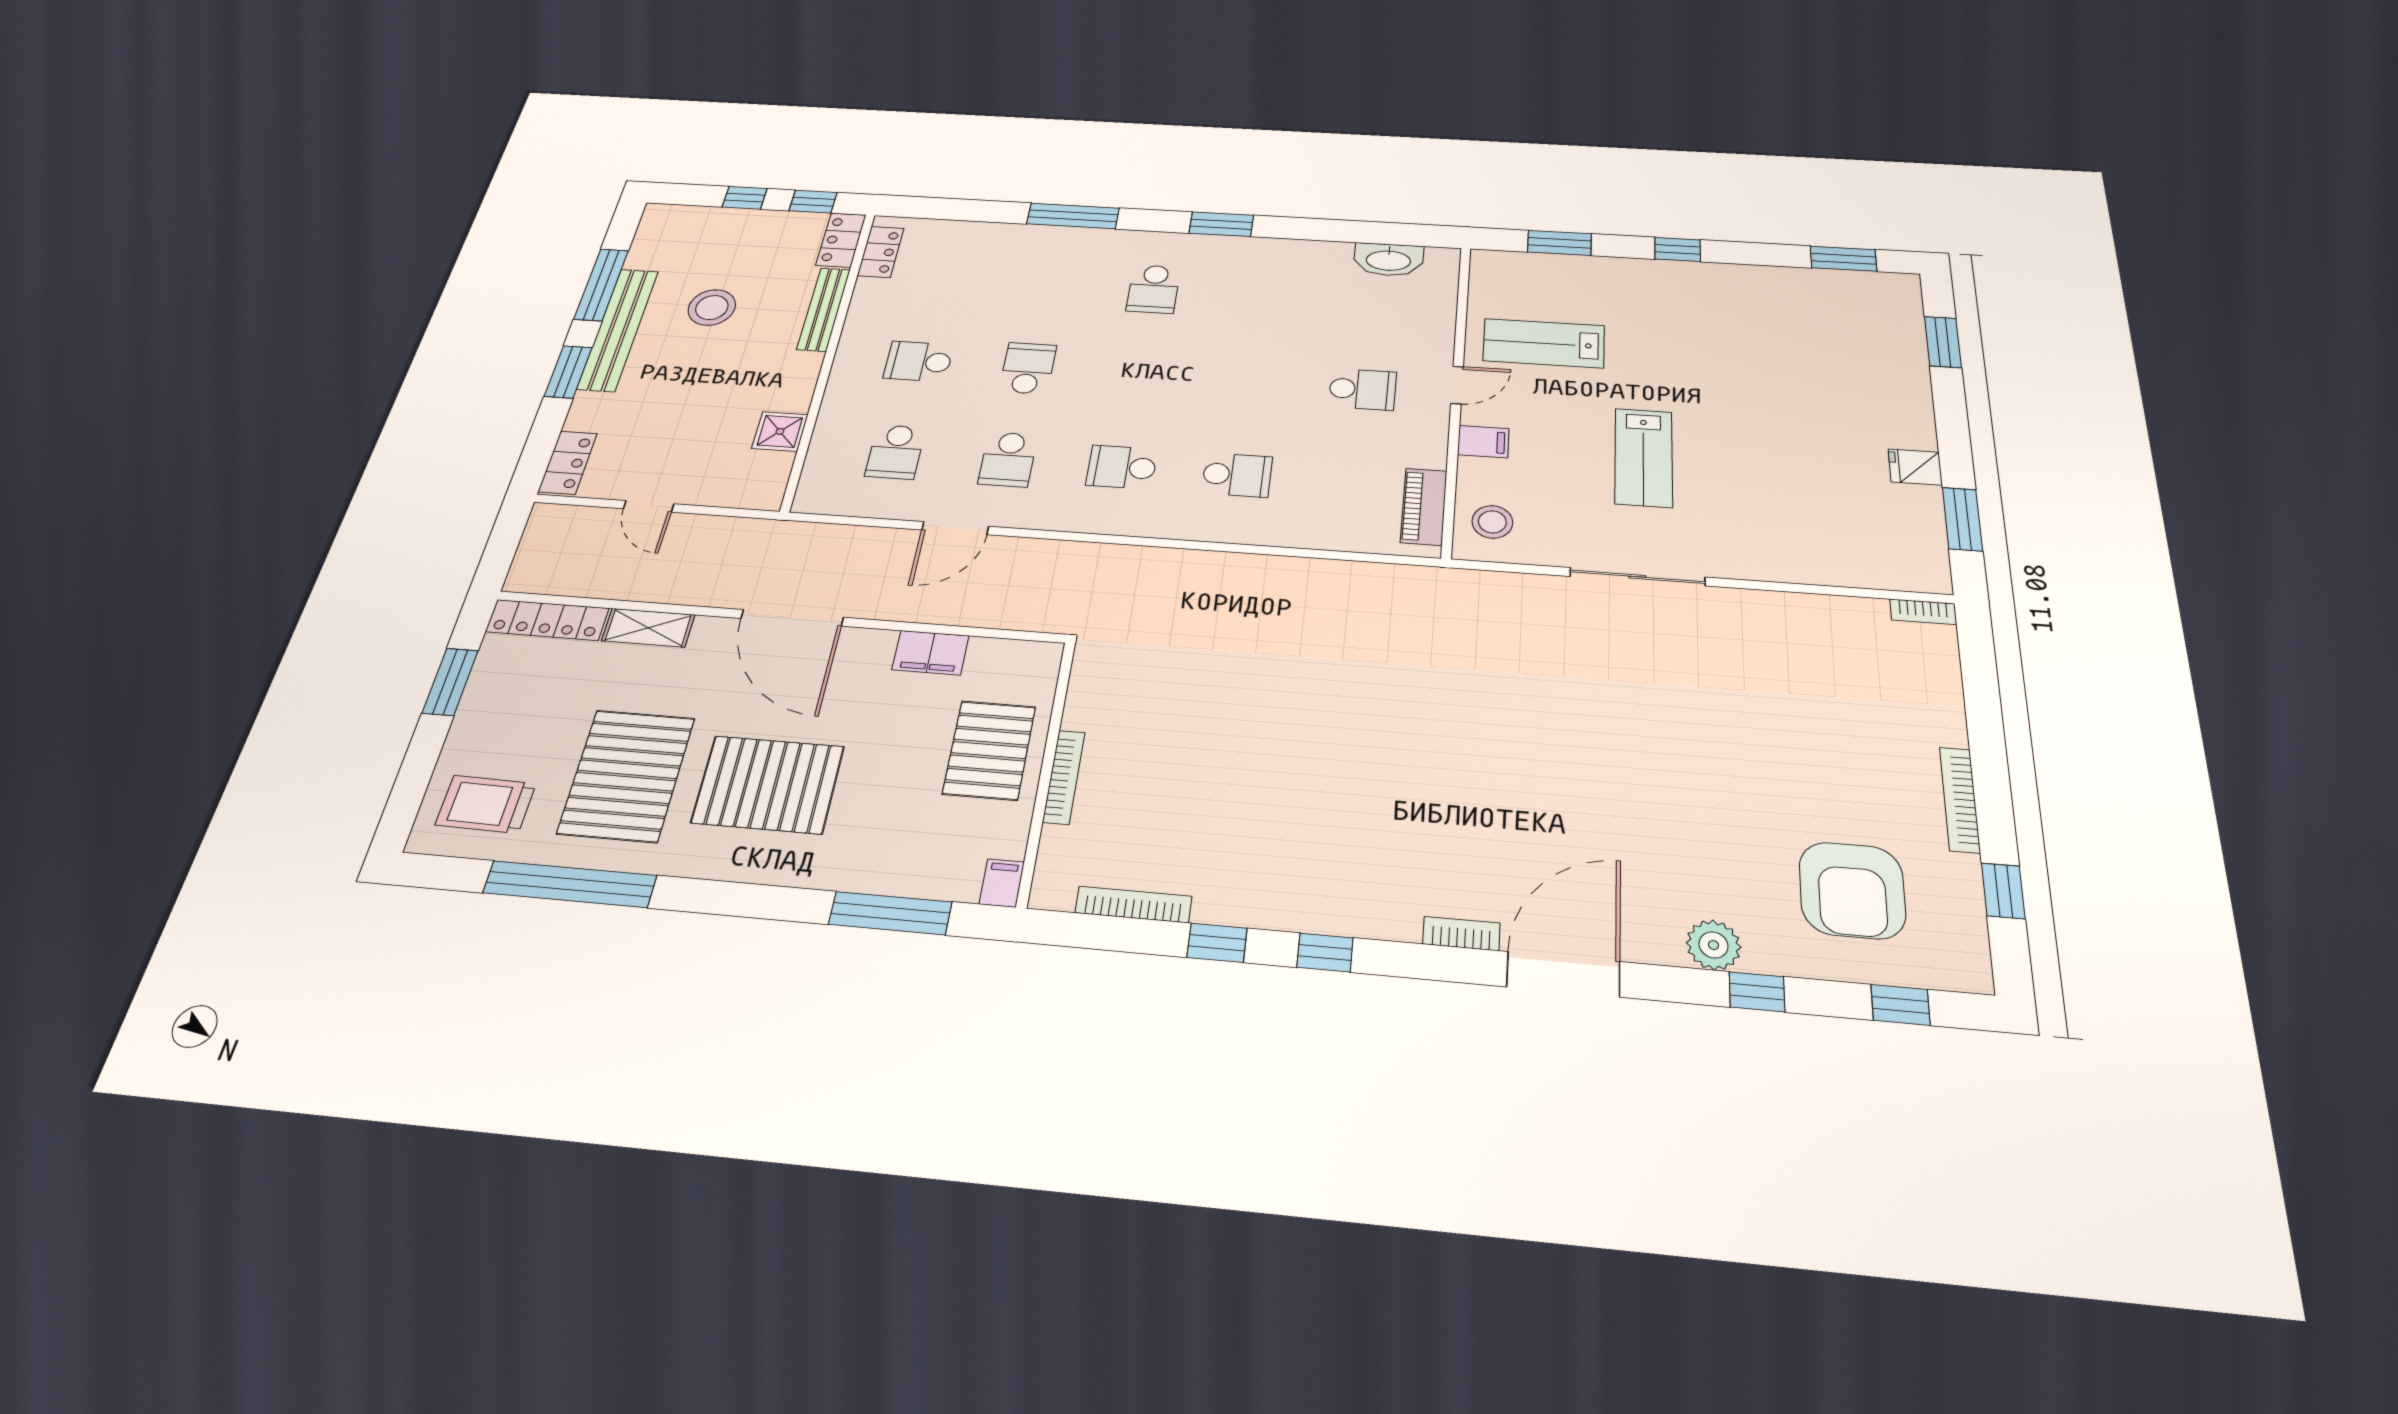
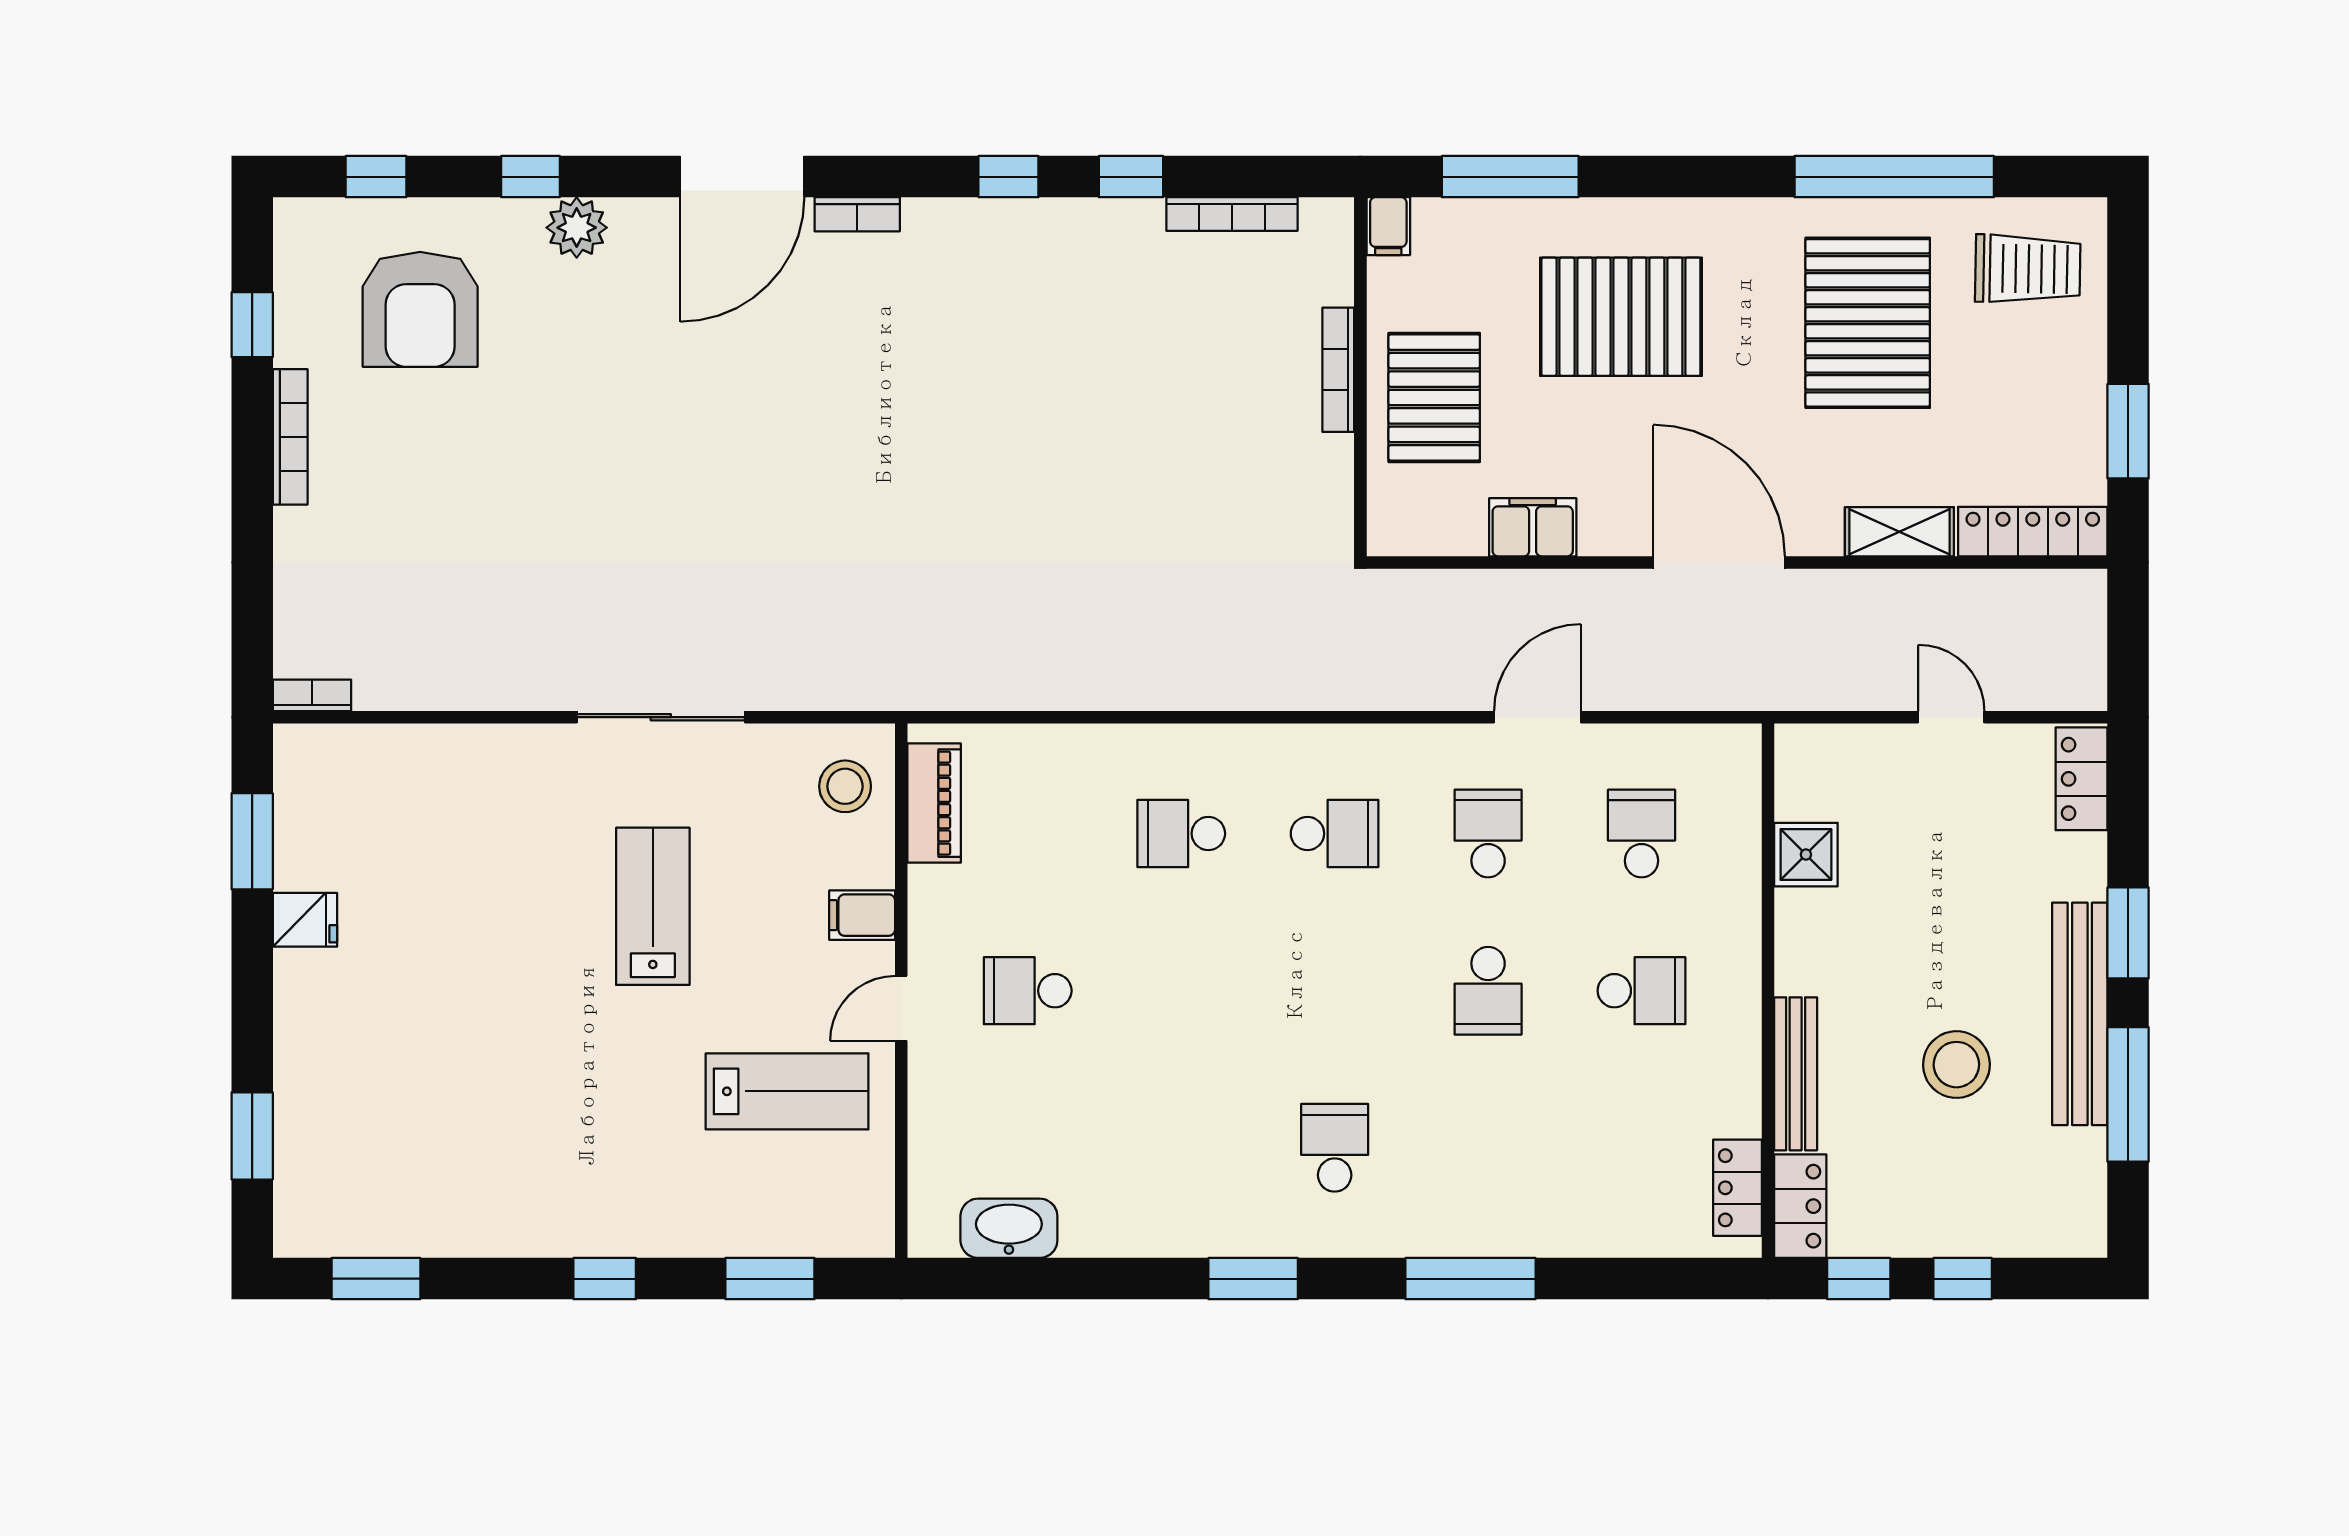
pallet: (768, 784) -> (1621, 317), moved
armchair: (1852, 890) -> (420, 309), turned 180

